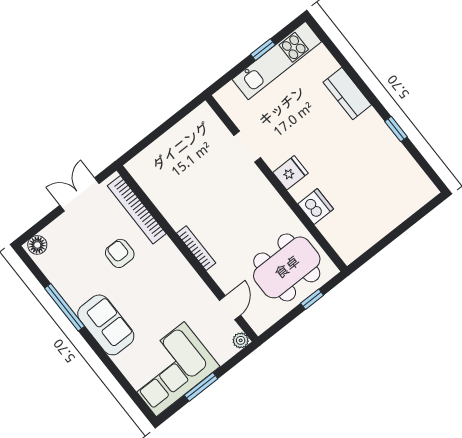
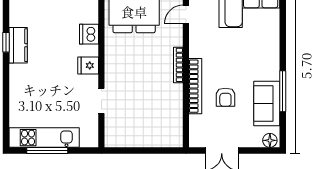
window: (263, 50) -> (47, 150), width x2.17
kitchen counter: (347, 94) -> (18, 45), moved
bookcase: (137, 210) -> (195, 86), moved
sofa: (106, 325) -> (267, 104), moved

